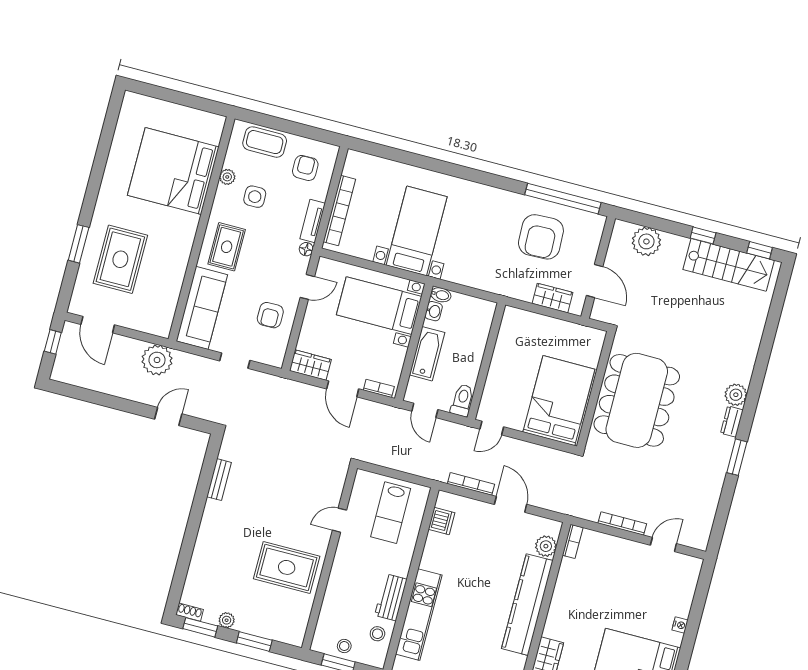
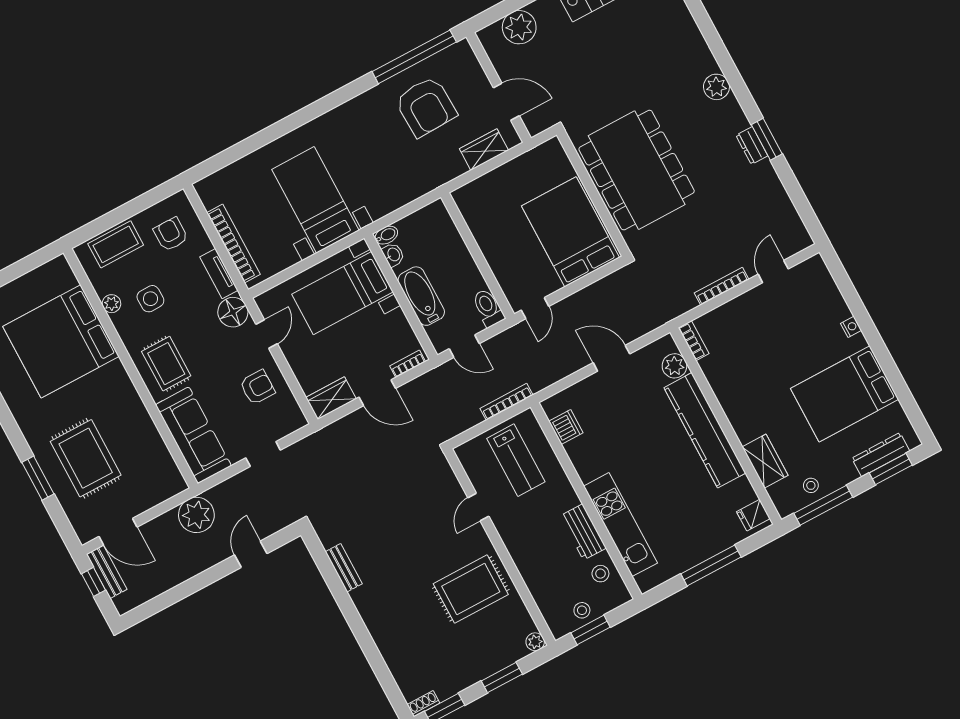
floor lamp: (306, 249) -> (233, 312), width x1.89, depth x1.89
armchair: (270, 315) -> (257, 387), turned -90
bench: (67, 343) -> (107, 572), added
dresser: (732, 422) -> (752, 146), moved
bookcase: (471, 484) -> (506, 402), moved
plant: (227, 620) -> (535, 642), moved

